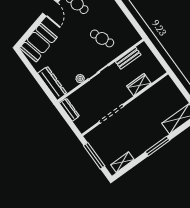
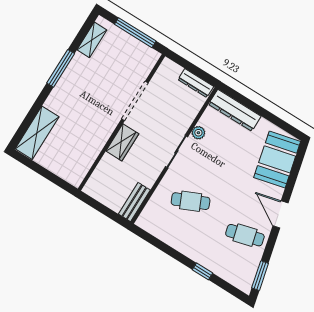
bench: (128, 58) -> (134, 202), moved
wardrobe: (139, 85) -> (122, 142), moved
window: (158, 146) -> (61, 68), moved

